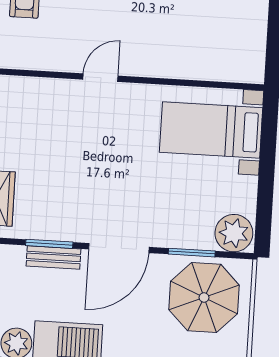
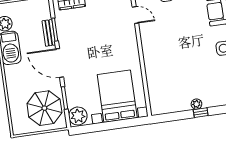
door: (100, 78) -> (135, 15), moved
bed with nightstands: (211, 130) -> (117, 96), width x1.36

